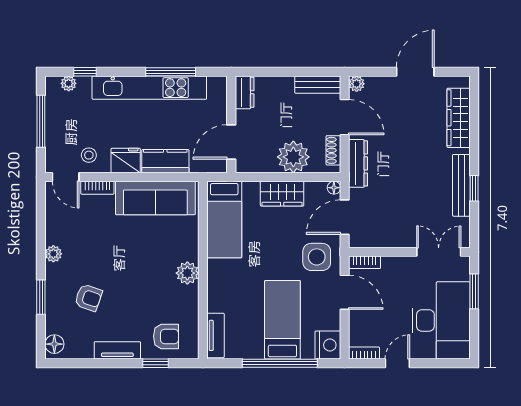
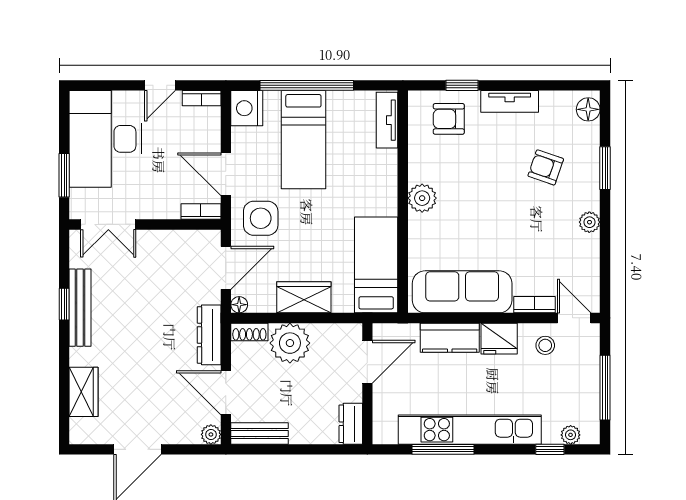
wardrobe: (459, 118) -> (84, 392), width x0.67
shoe rack: (333, 150) -> (249, 332), moved, turned 90

